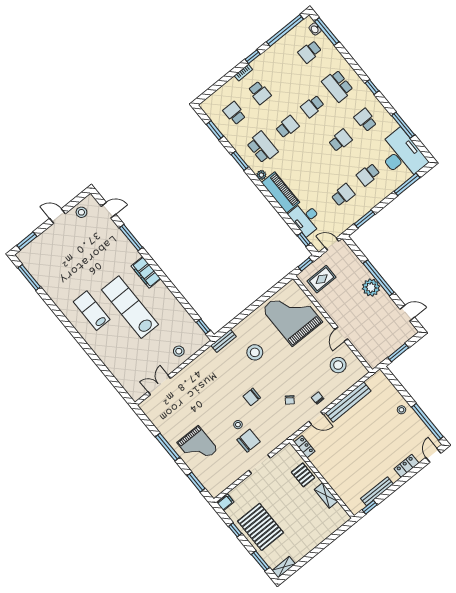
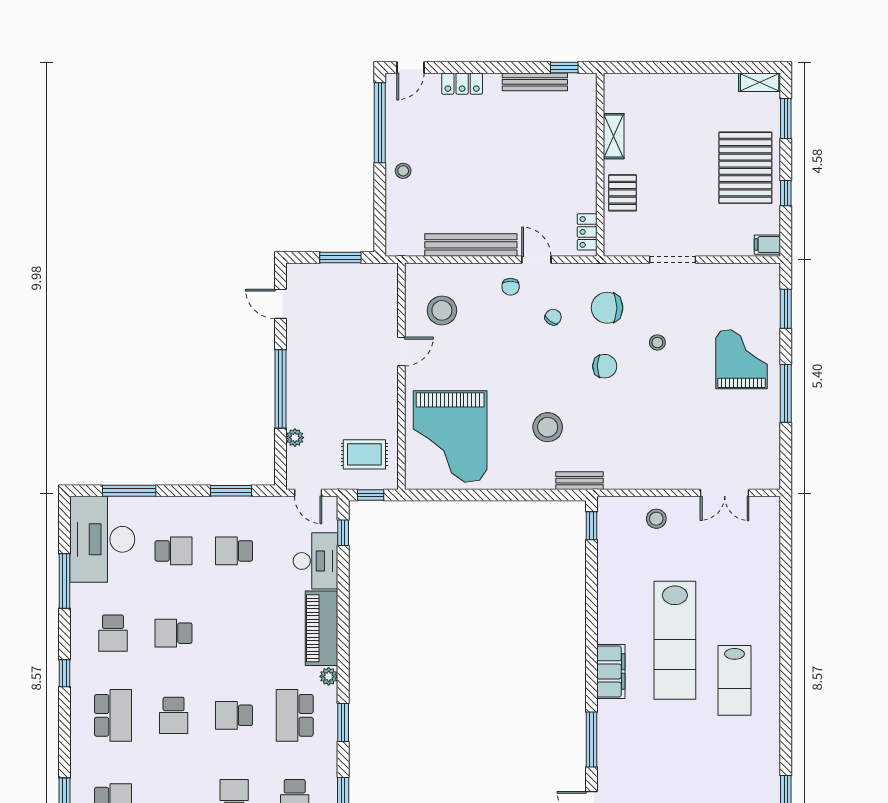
school desk: (312, 106) -> (174, 715), turned 90
plant: (371, 288) -> (295, 438), moved, width x0.53, depth x0.53
chair: (248, 441) -> (607, 308), moved

